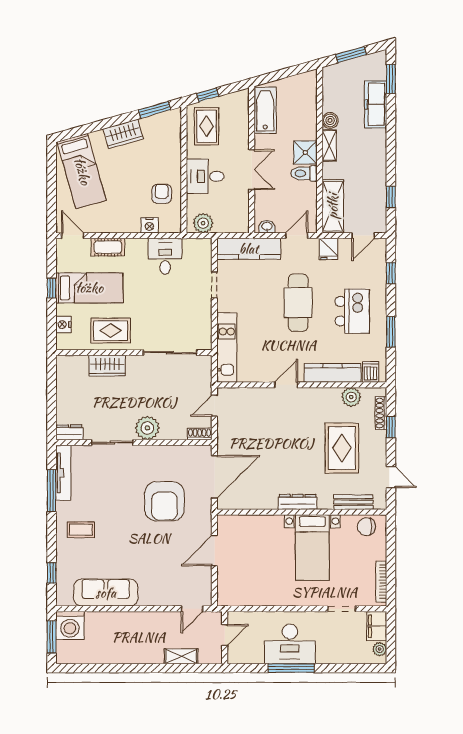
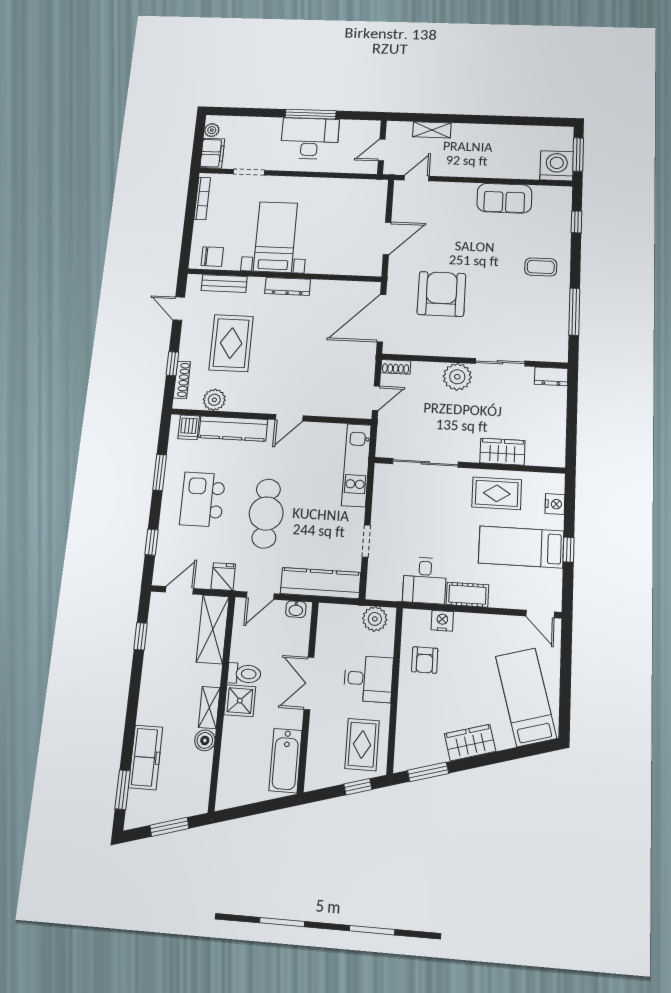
cot: (108, 247) -> (467, 595), moved
tv unit: (63, 473) -> (560, 331), removed
sofa: (106, 593) -> (504, 198), width x0.73

